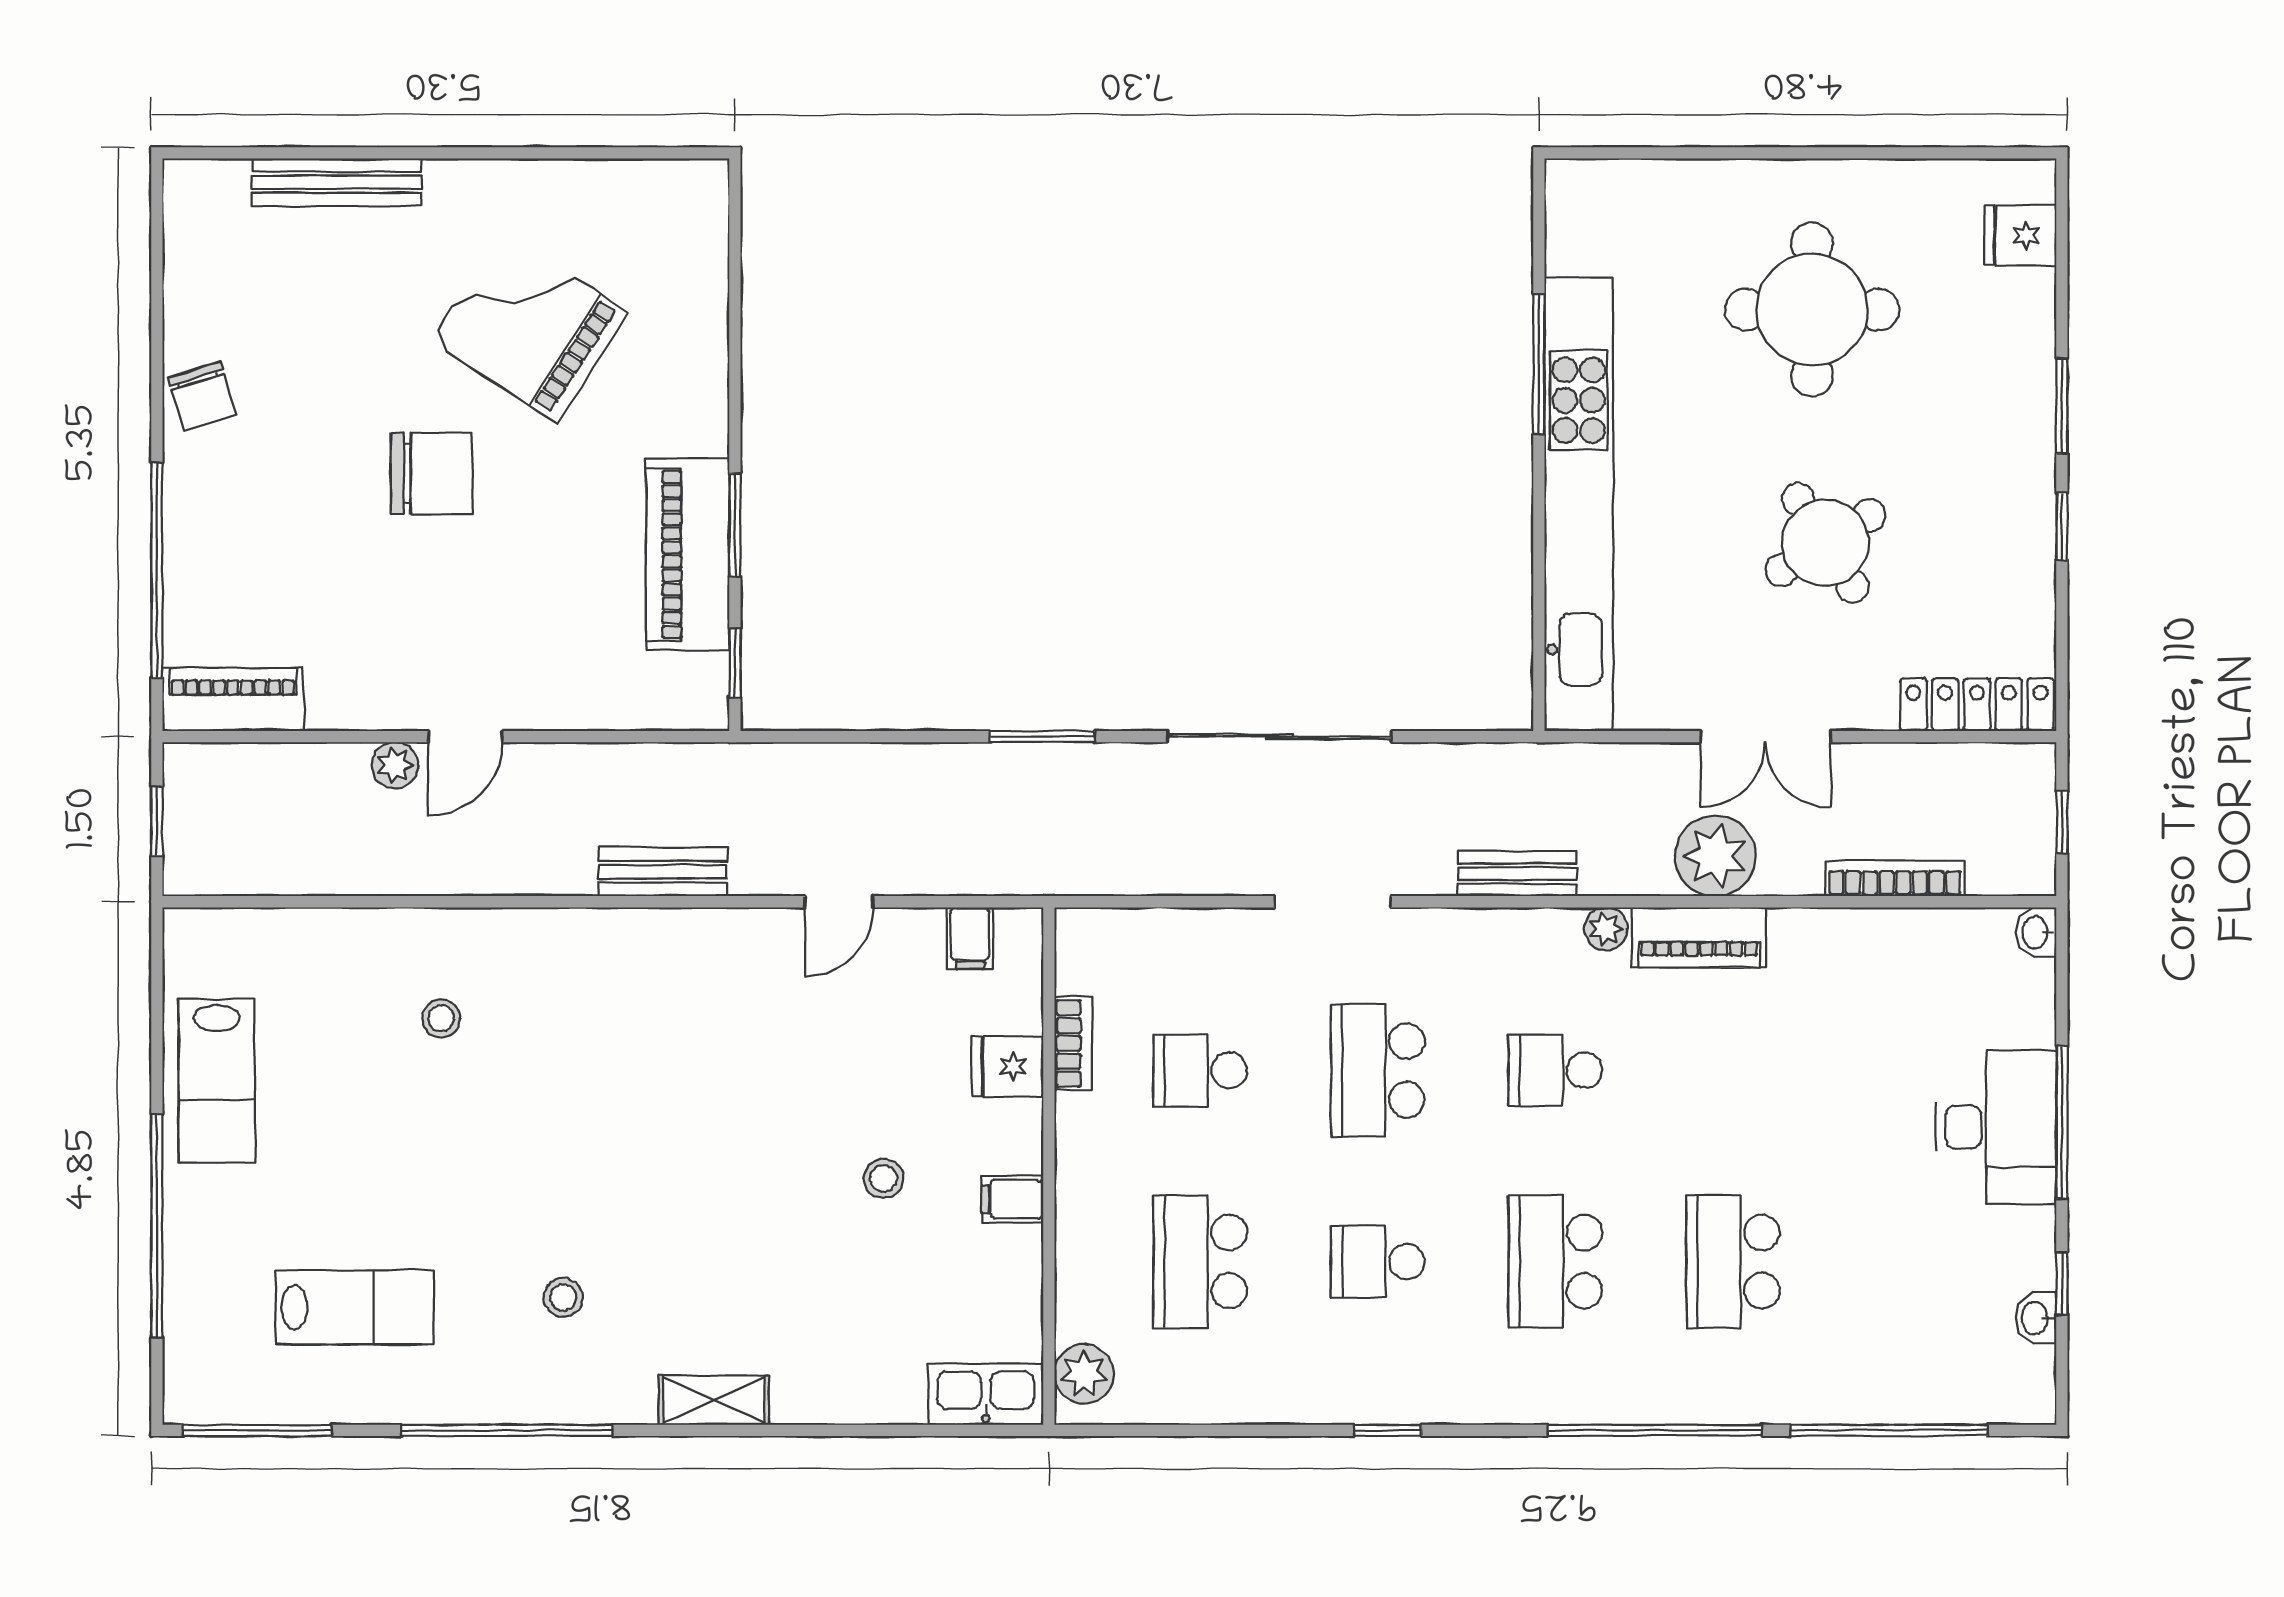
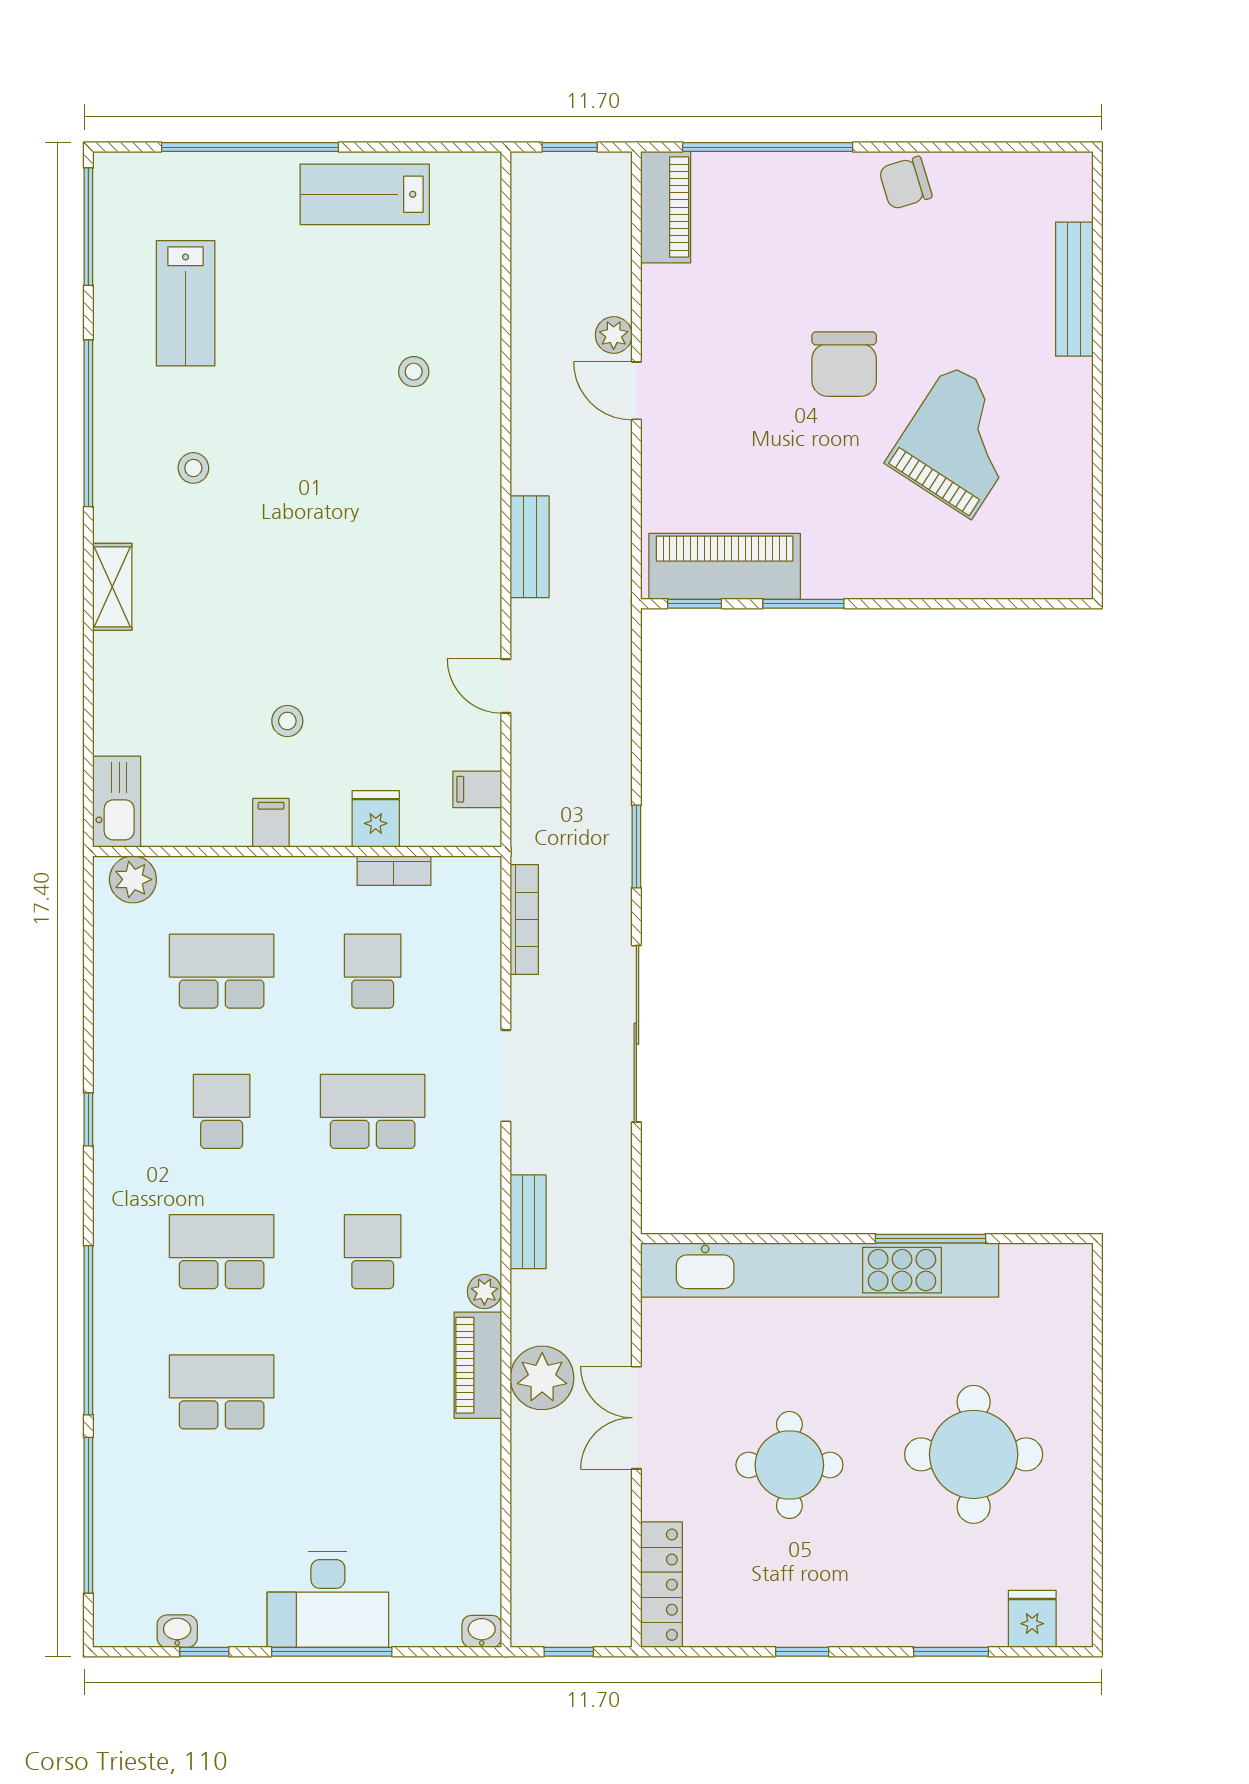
window: (2062, 406) -> (951, 1652), moved
round table: (1825, 543) -> (789, 1465), turned 32
piano: (688, 554) -> (725, 566), moved
bookcase: (1895, 878) -> (524, 920), moved

